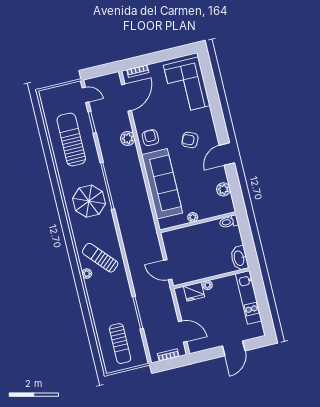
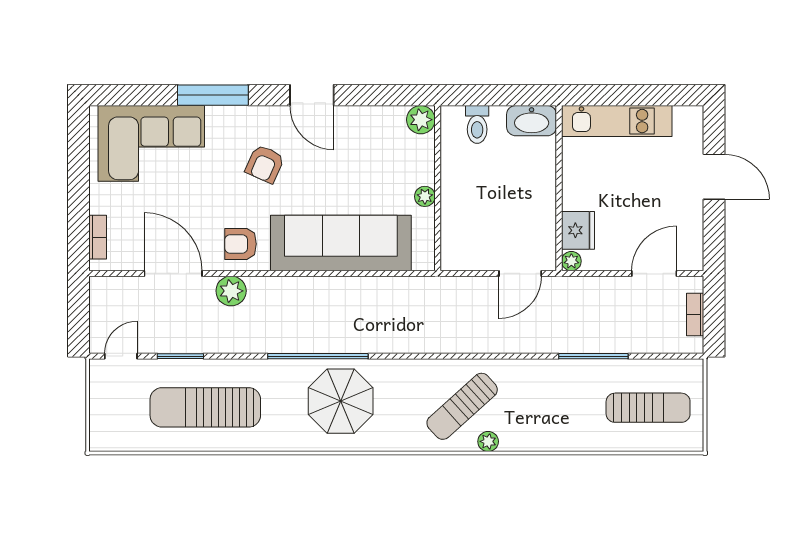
door: (126, 98) -> (173, 273), moved
window: (216, 108) -> (213, 95), added
plant: (223, 189) -> (421, 120), moved
toilet: (229, 222) -> (477, 124), moved
plant: (207, 285) -> (571, 261), moved

